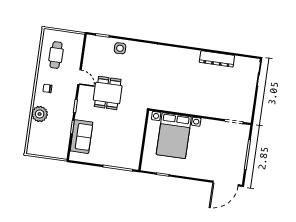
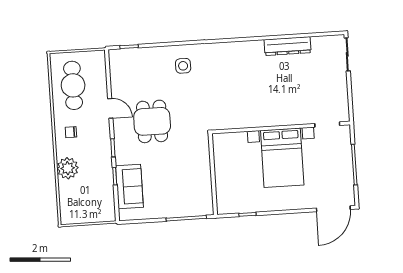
side table: (120, 48) -> (183, 66), moved
cafe table: (56, 55) -> (73, 85), width x1.37, depth x1.35
bed with nightstands: (174, 136) -> (282, 158), moved

